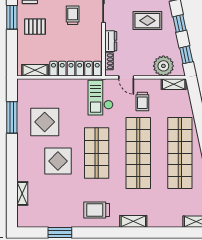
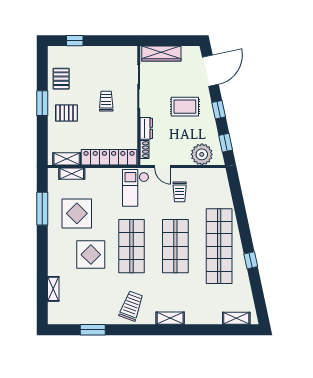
shelving: (174, 84) -> (72, 174), moved
shop shelf: (138, 153) -> (175, 246), width x0.71
trolley: (97, 210) -> (131, 306), turned 110

